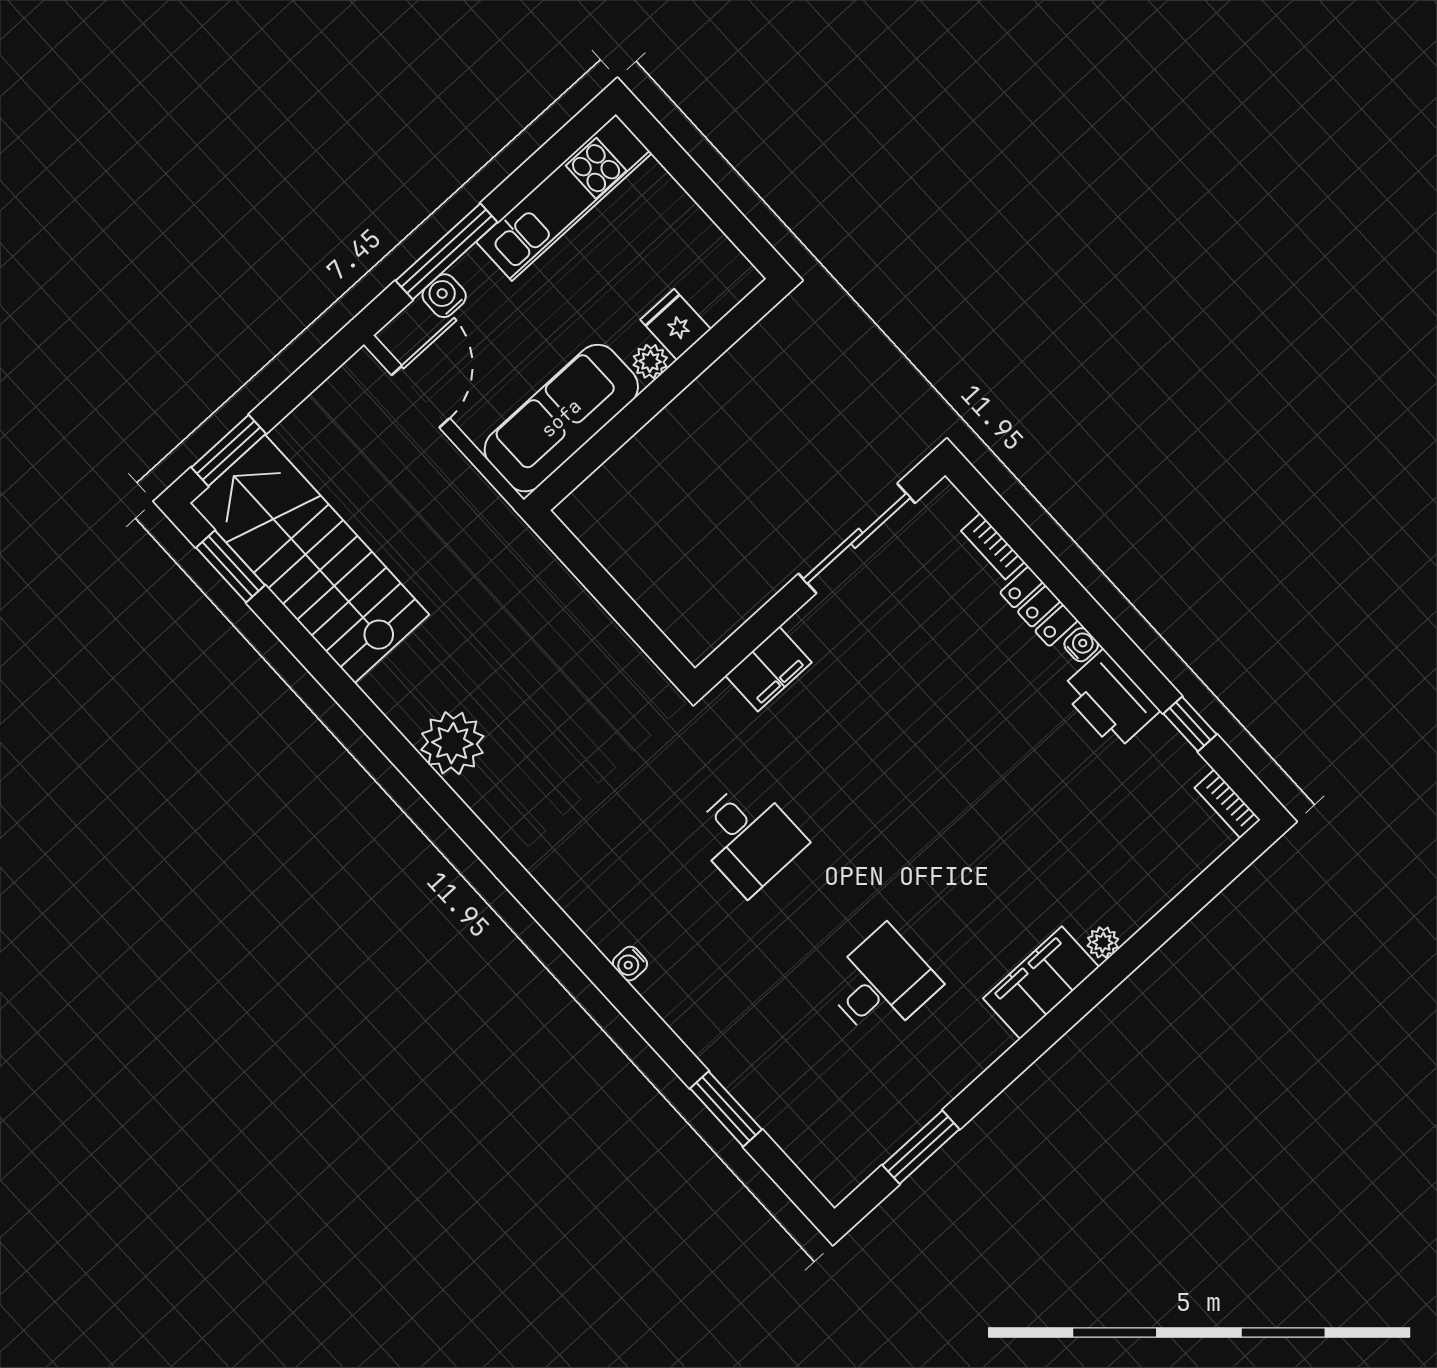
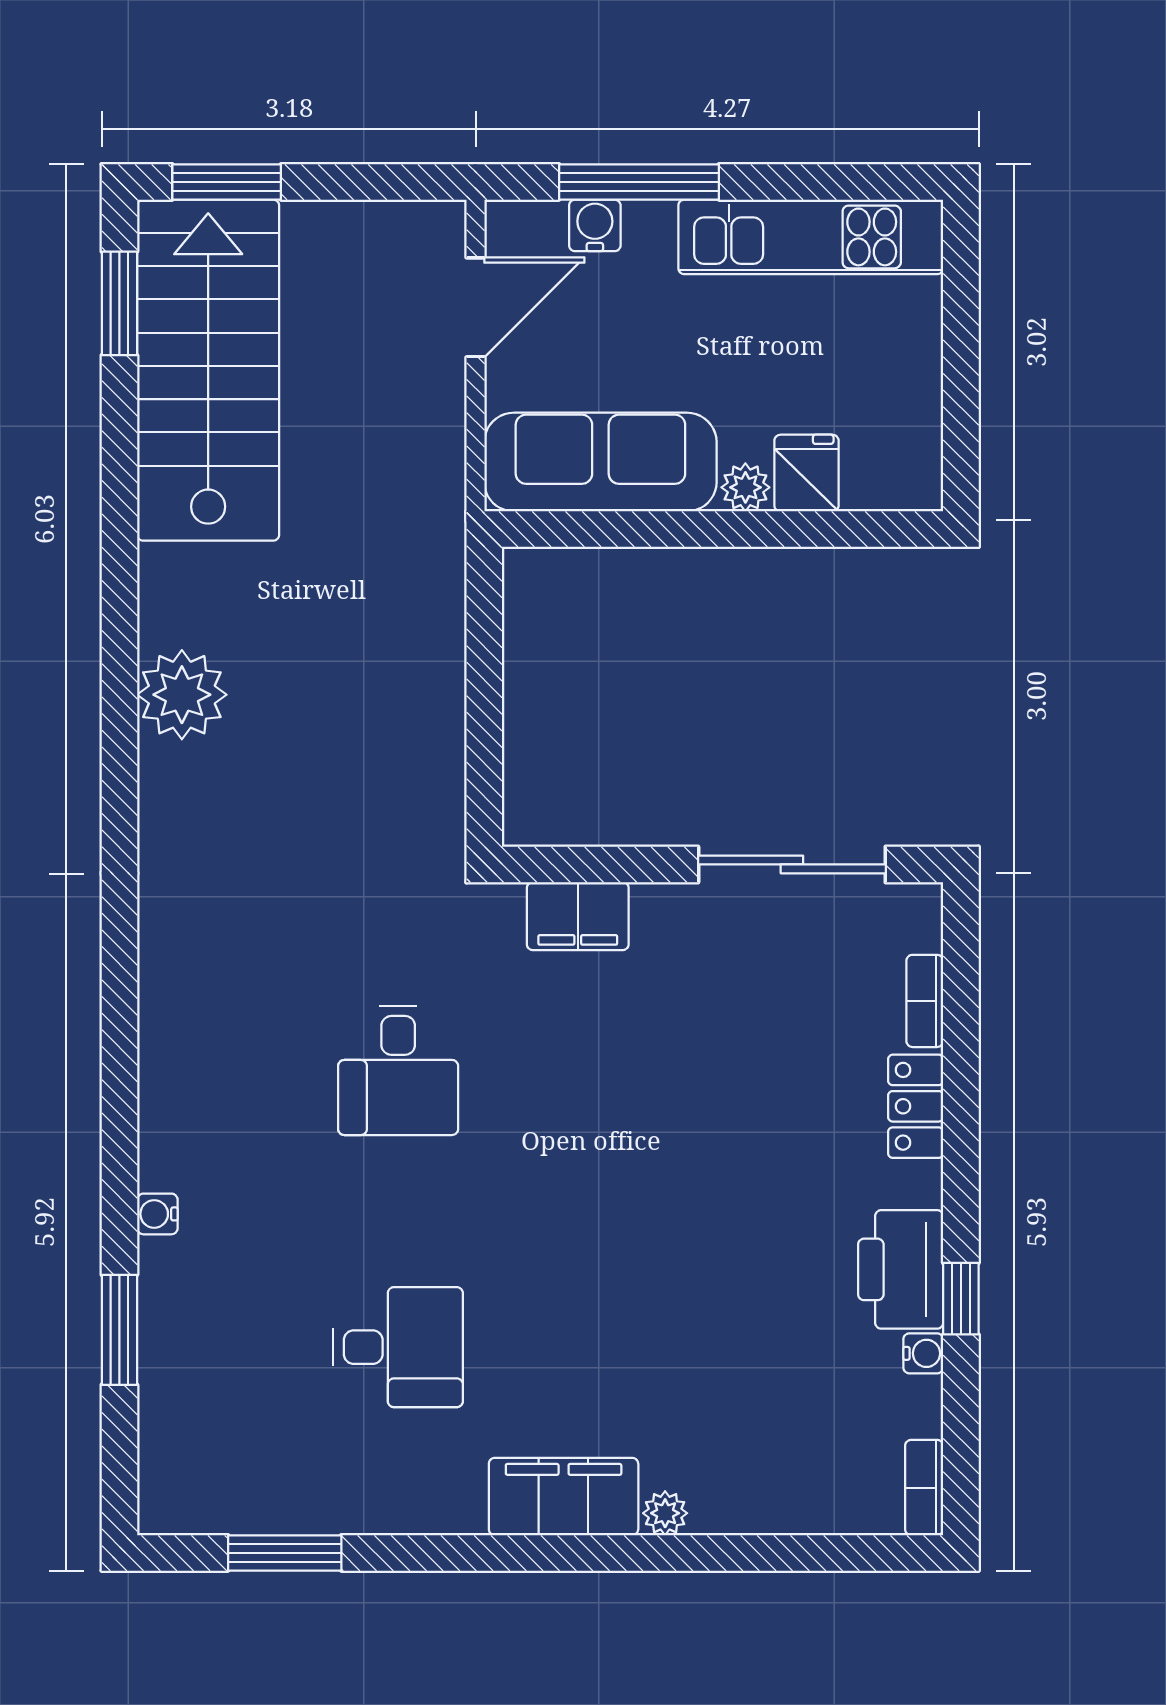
water cooler: (1081, 645) -> (923, 1353), moved
window: (1190, 724) -> (961, 1299), moved
water cooler: (630, 964) -> (157, 1214), moved

